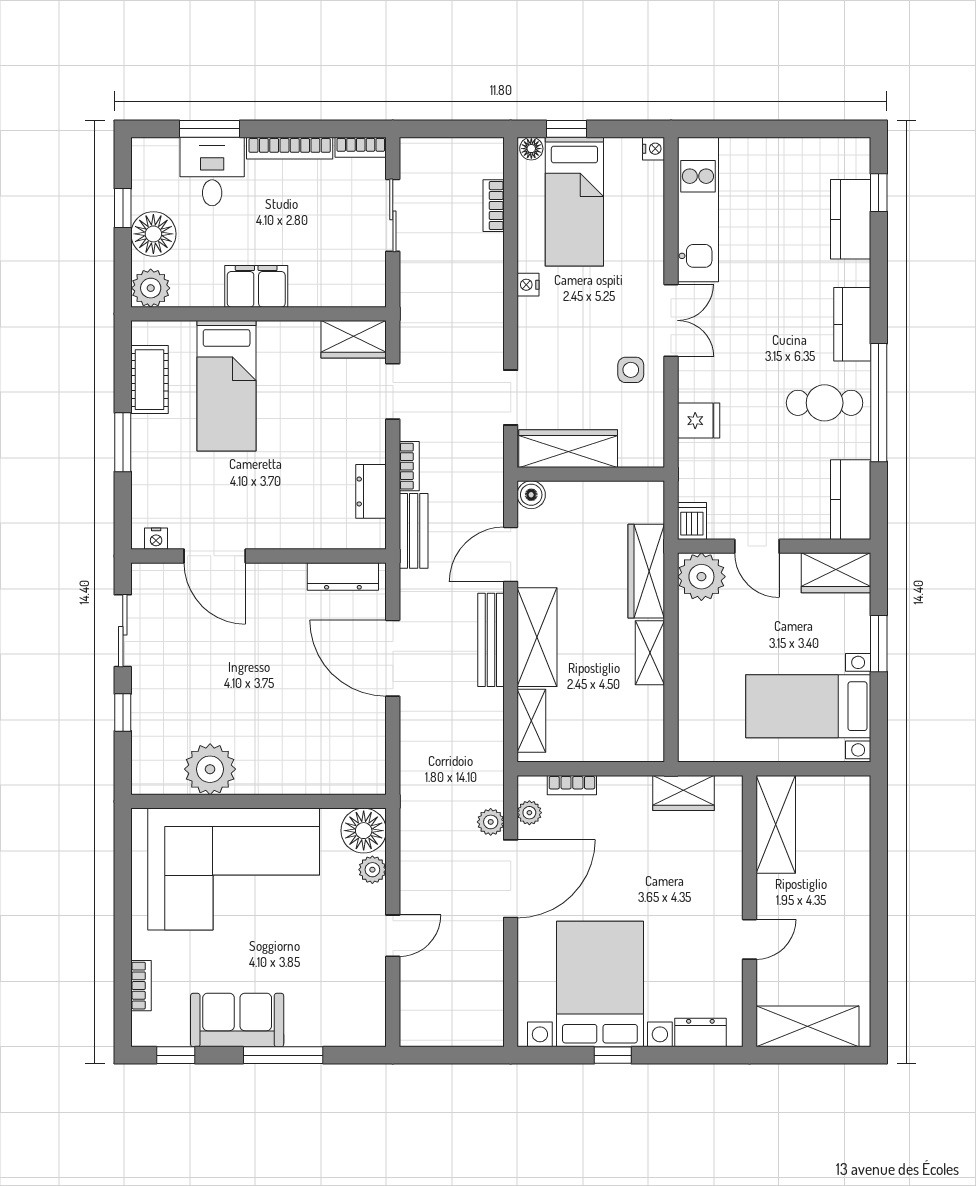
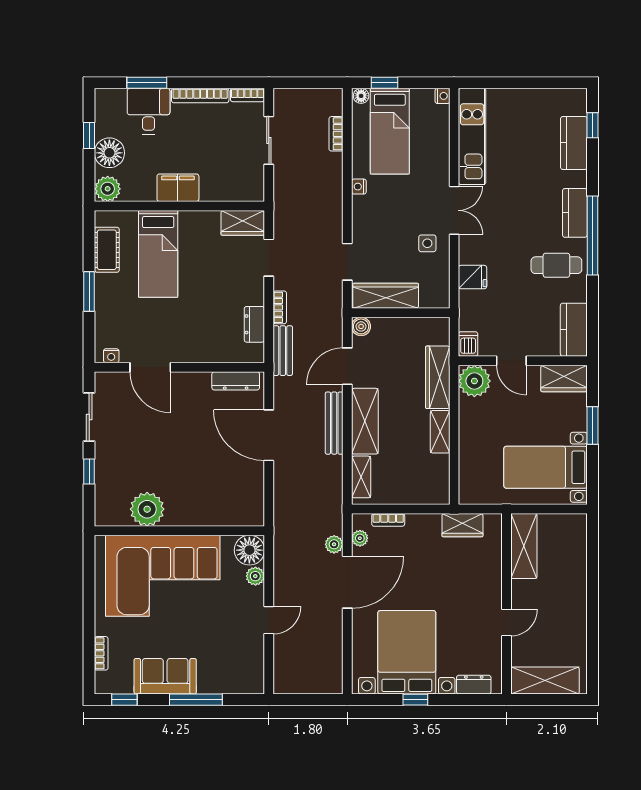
window: (879, 403) -> (593, 235), moved

